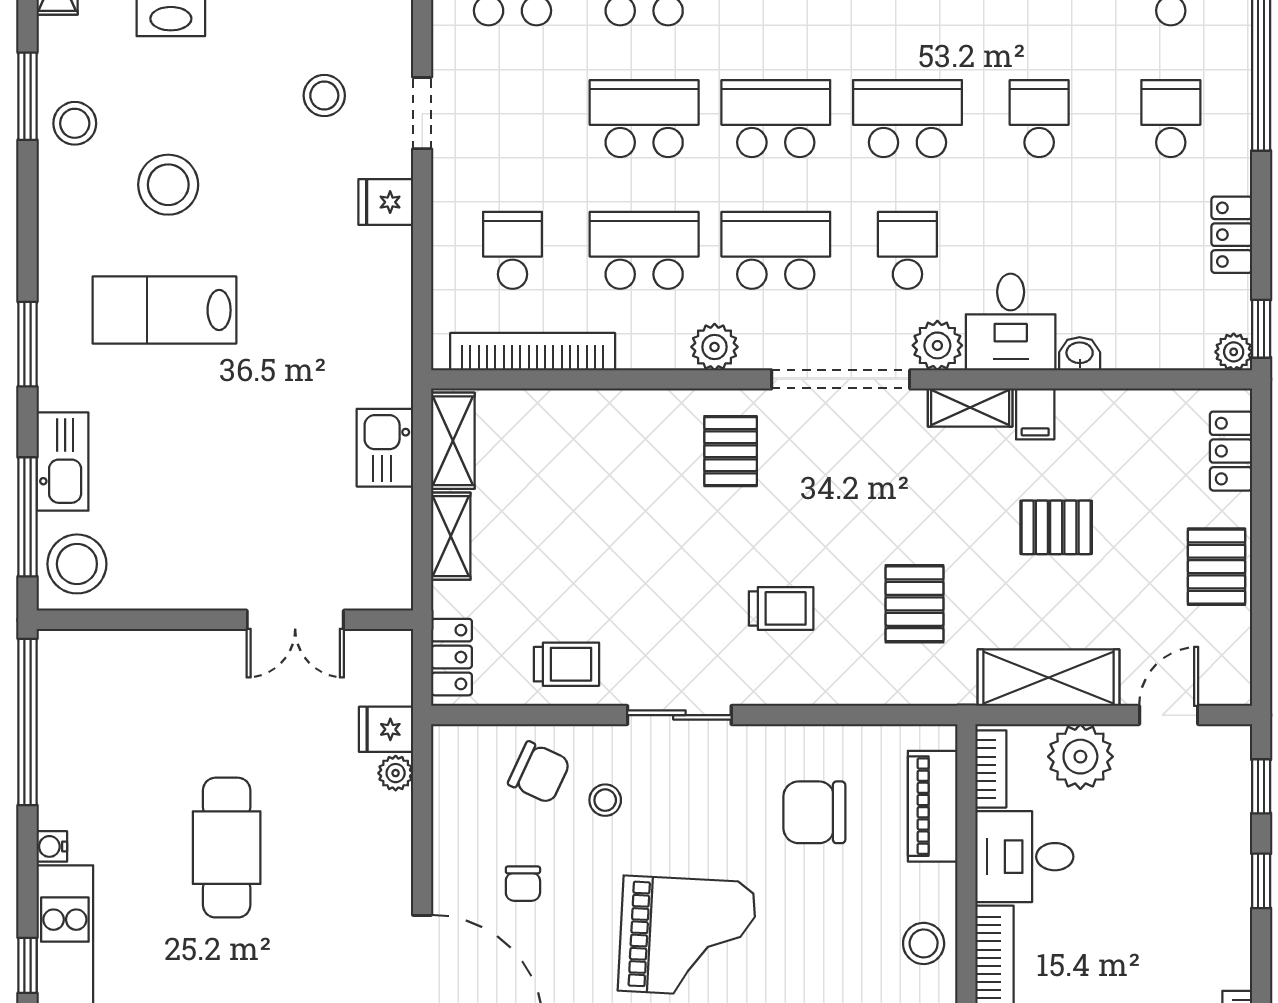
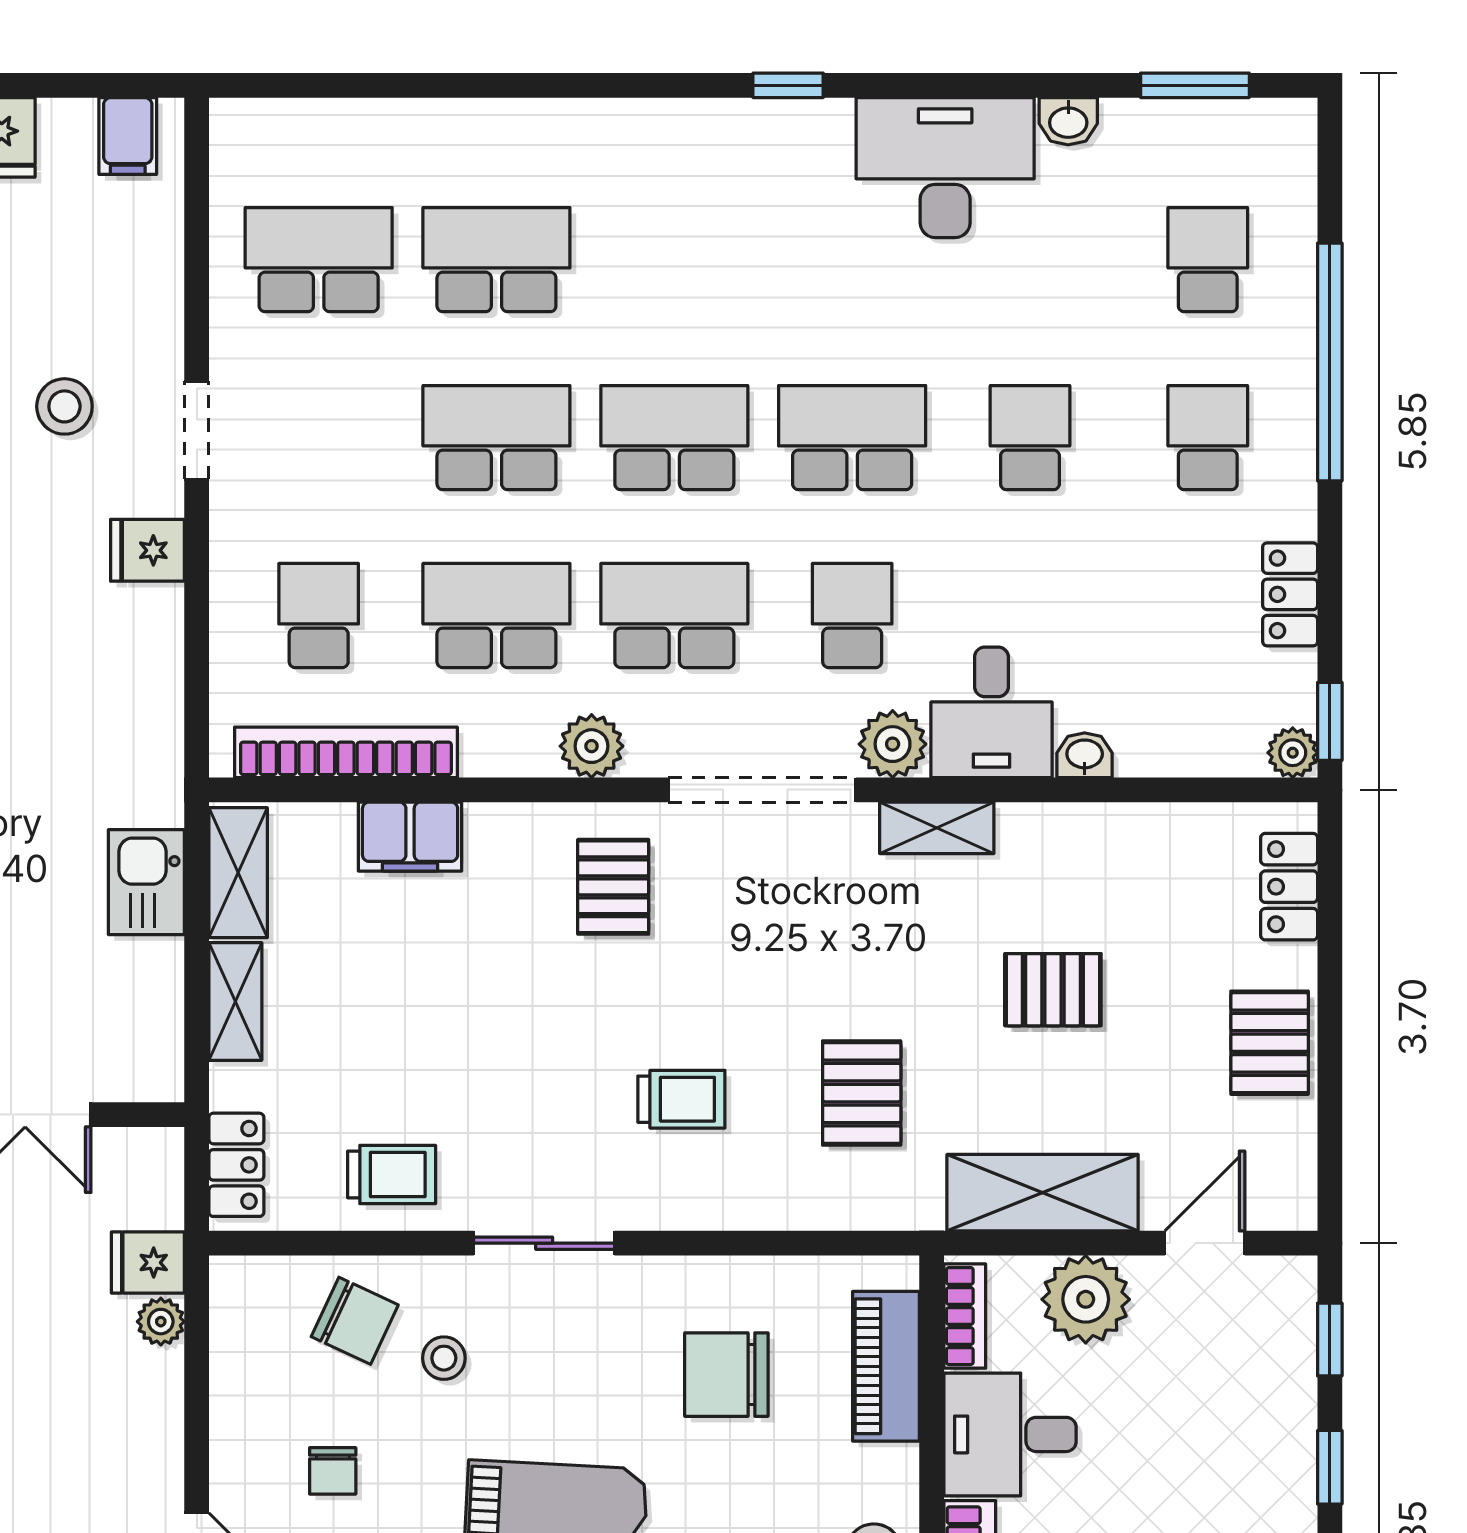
filing cabinet: (1035, 414) -> (410, 837), moved, width x2.00

